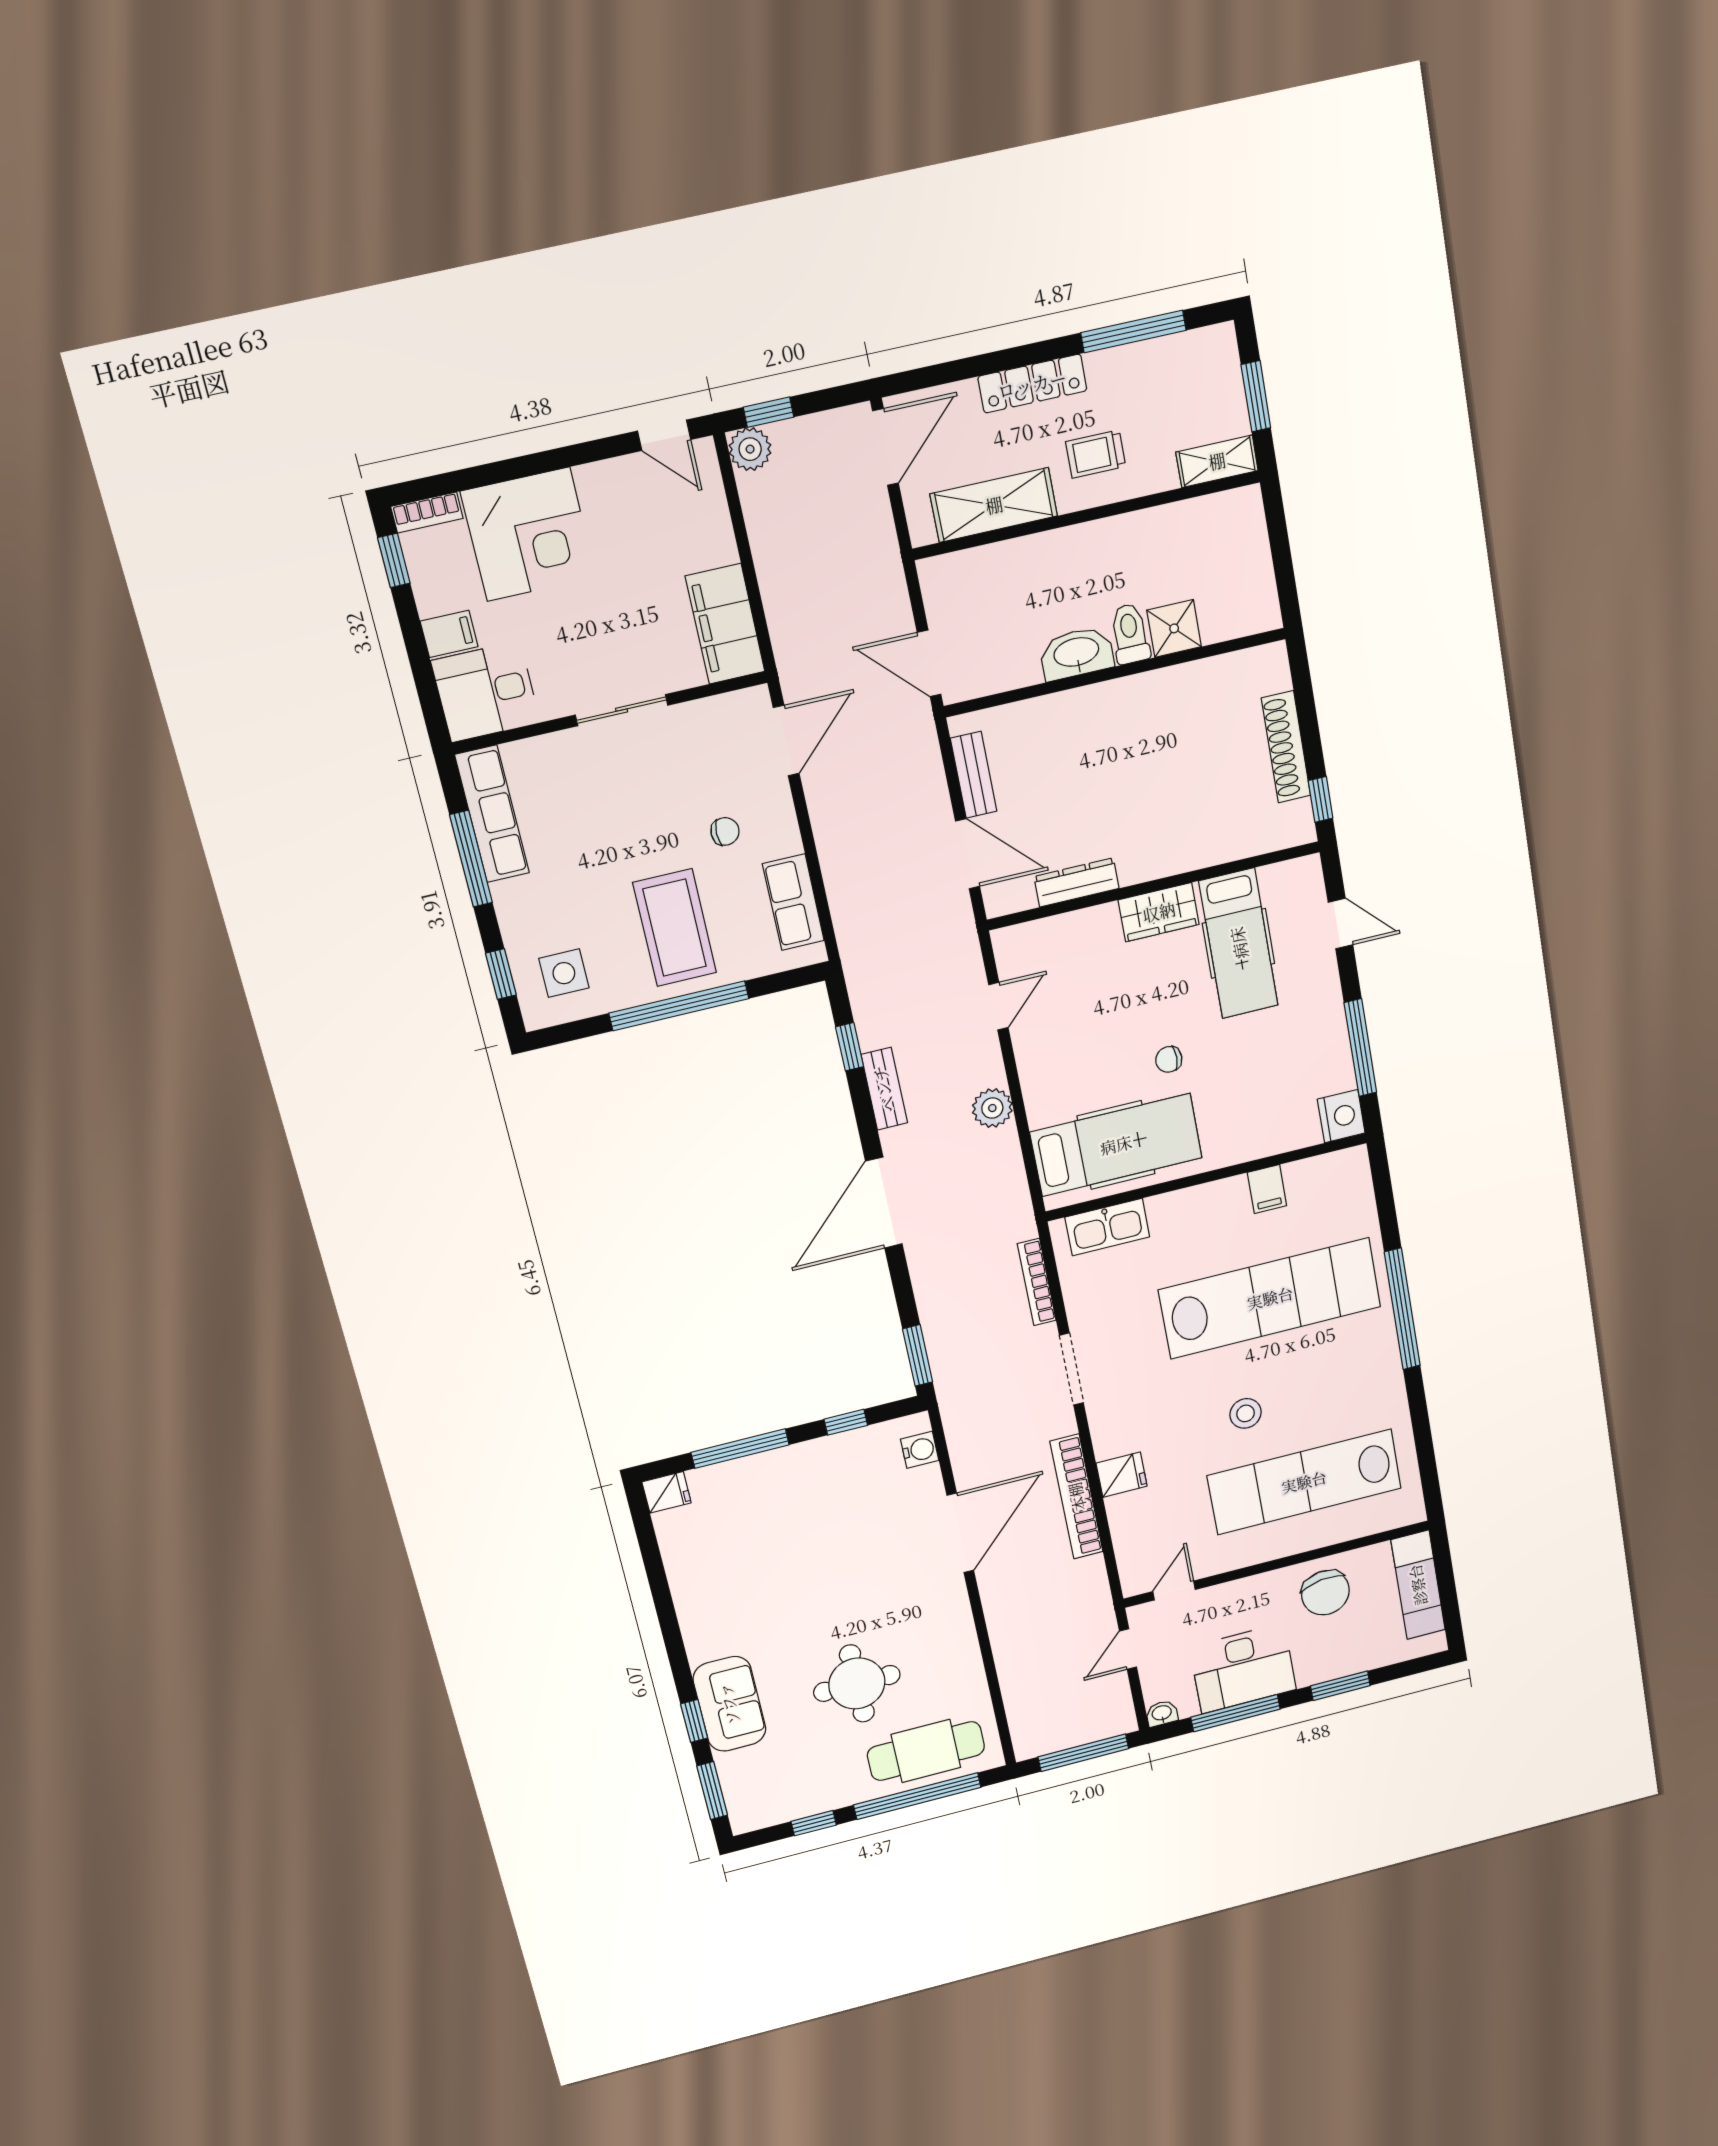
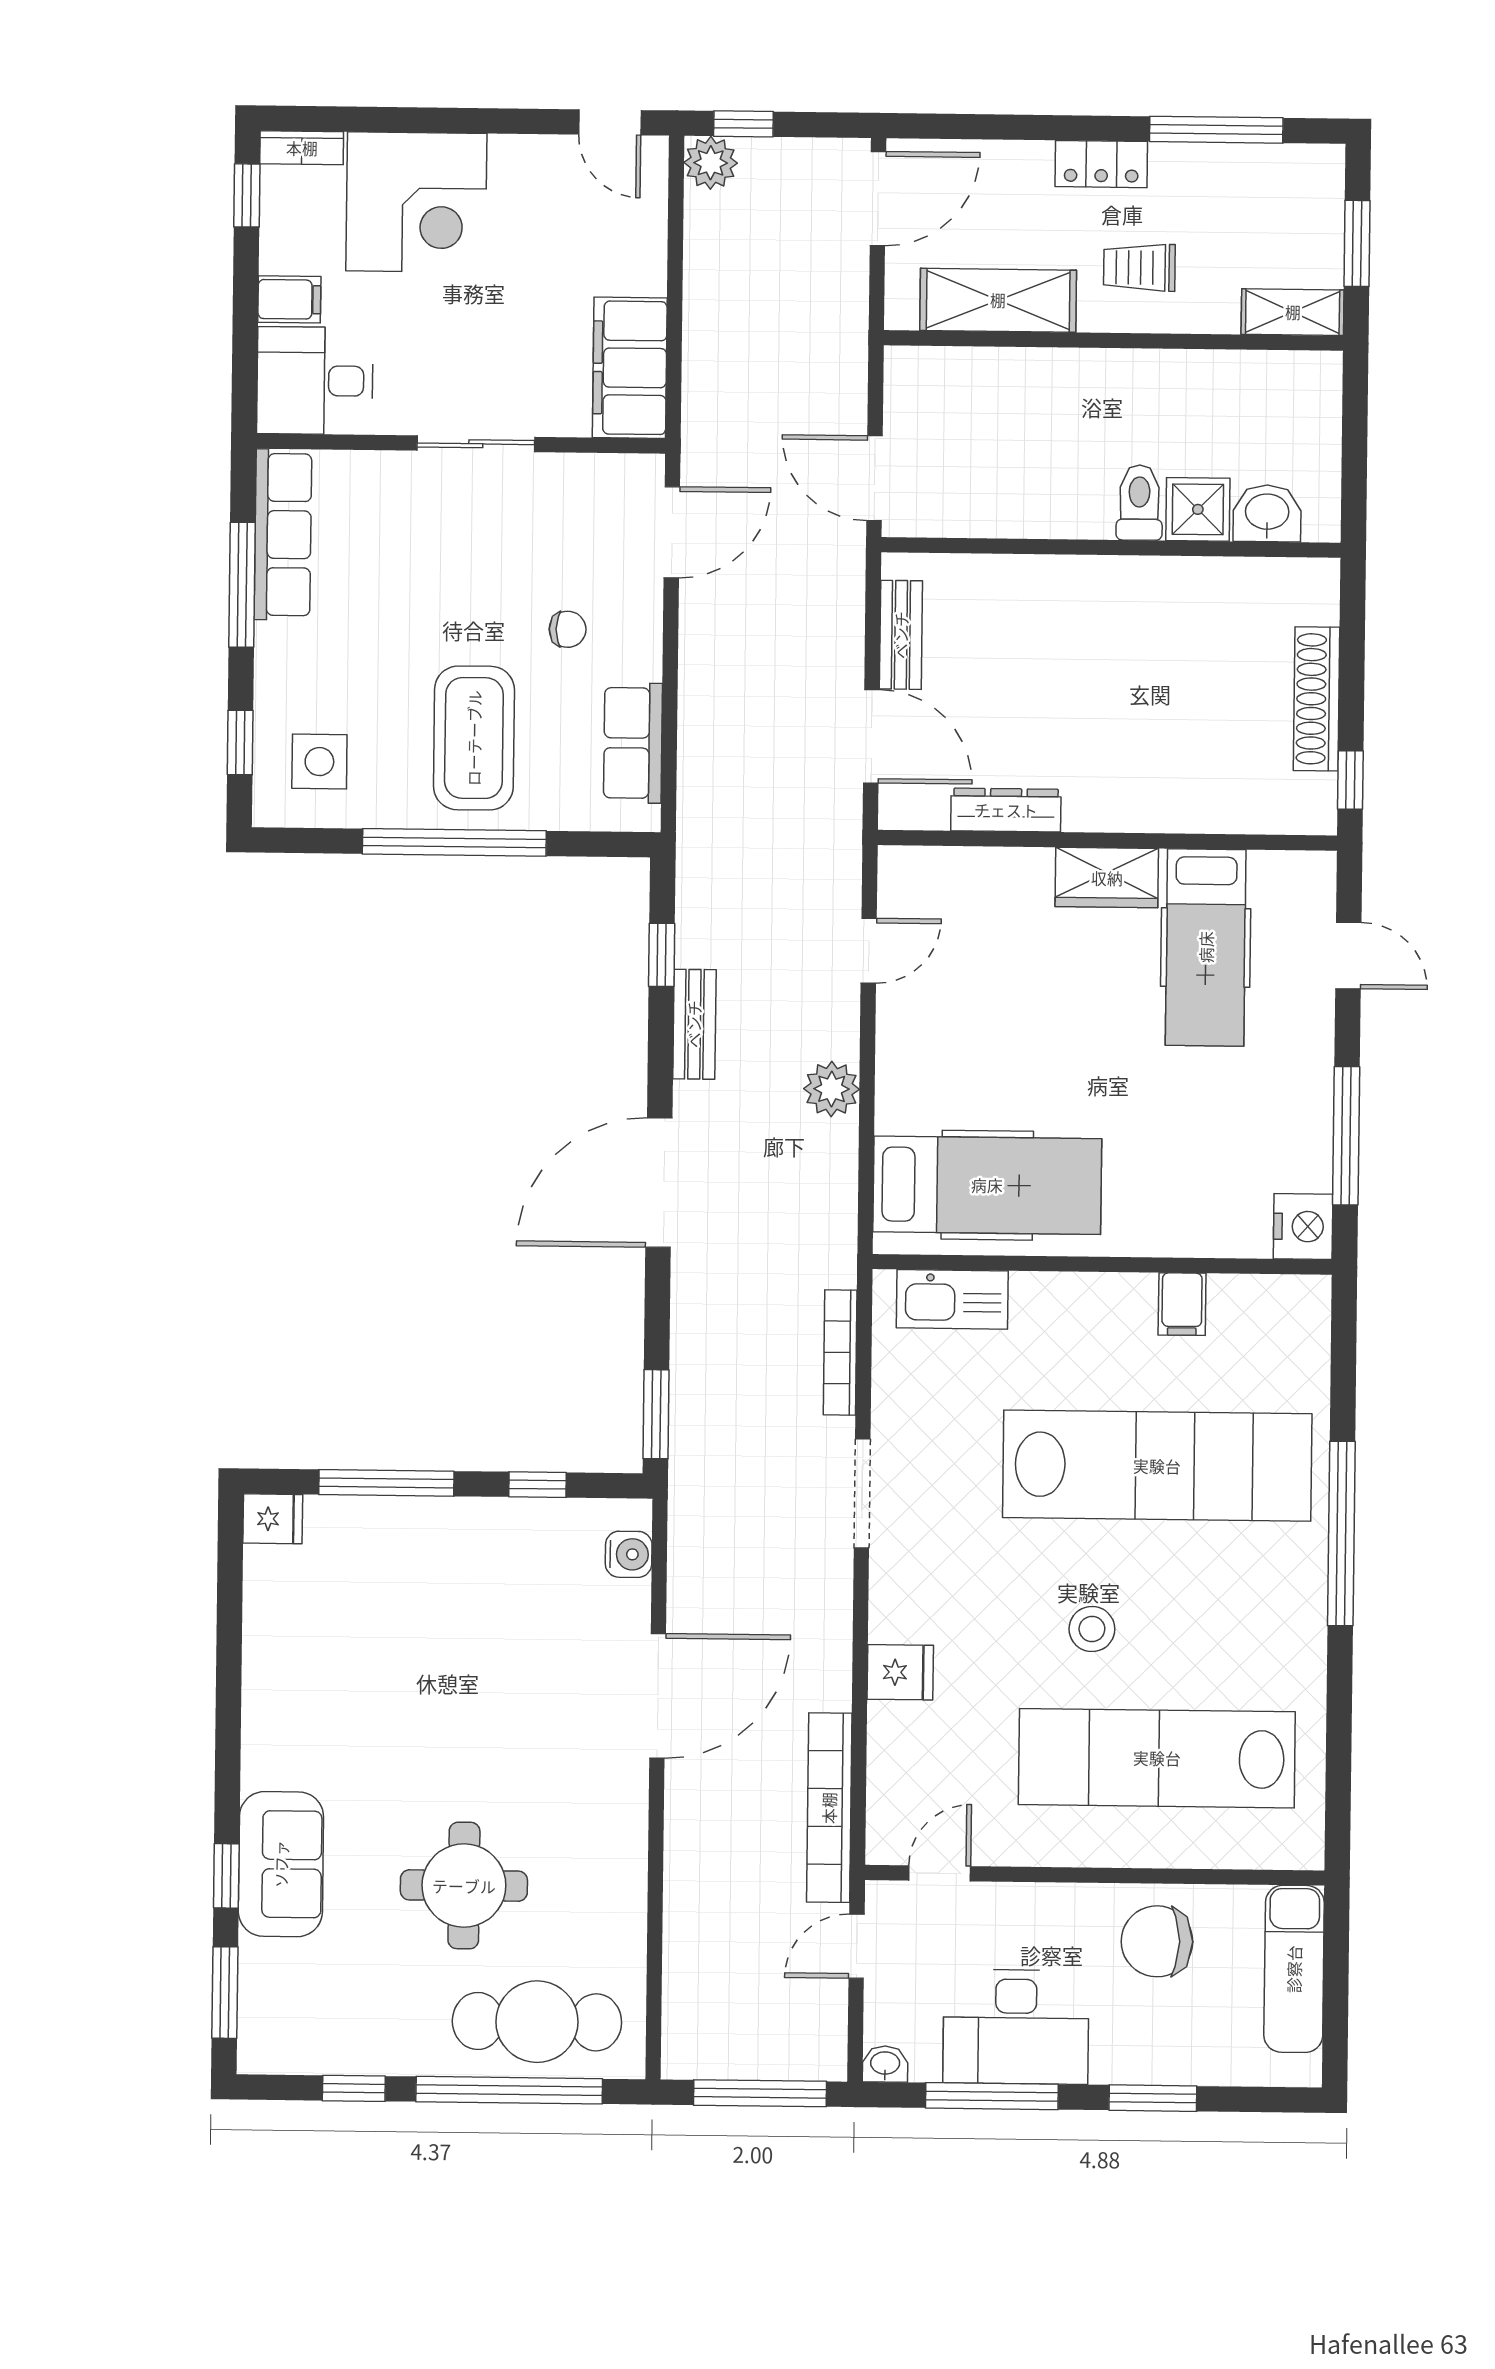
locker: (1032, 384) -> (1101, 164), width x0.66
washbasin: (1077, 653) -> (1267, 513), moved, width x0.72
chair: (1169, 1059) -> (1082, 1084), removed
bookcase: (1077, 1497) -> (829, 1808), moved
chair: (1325, 1593) -> (1157, 1941), turned 98

